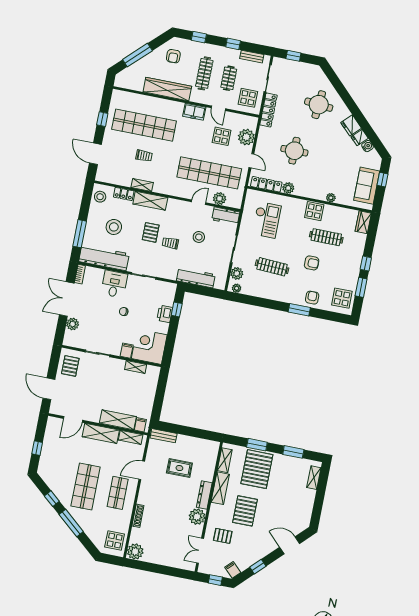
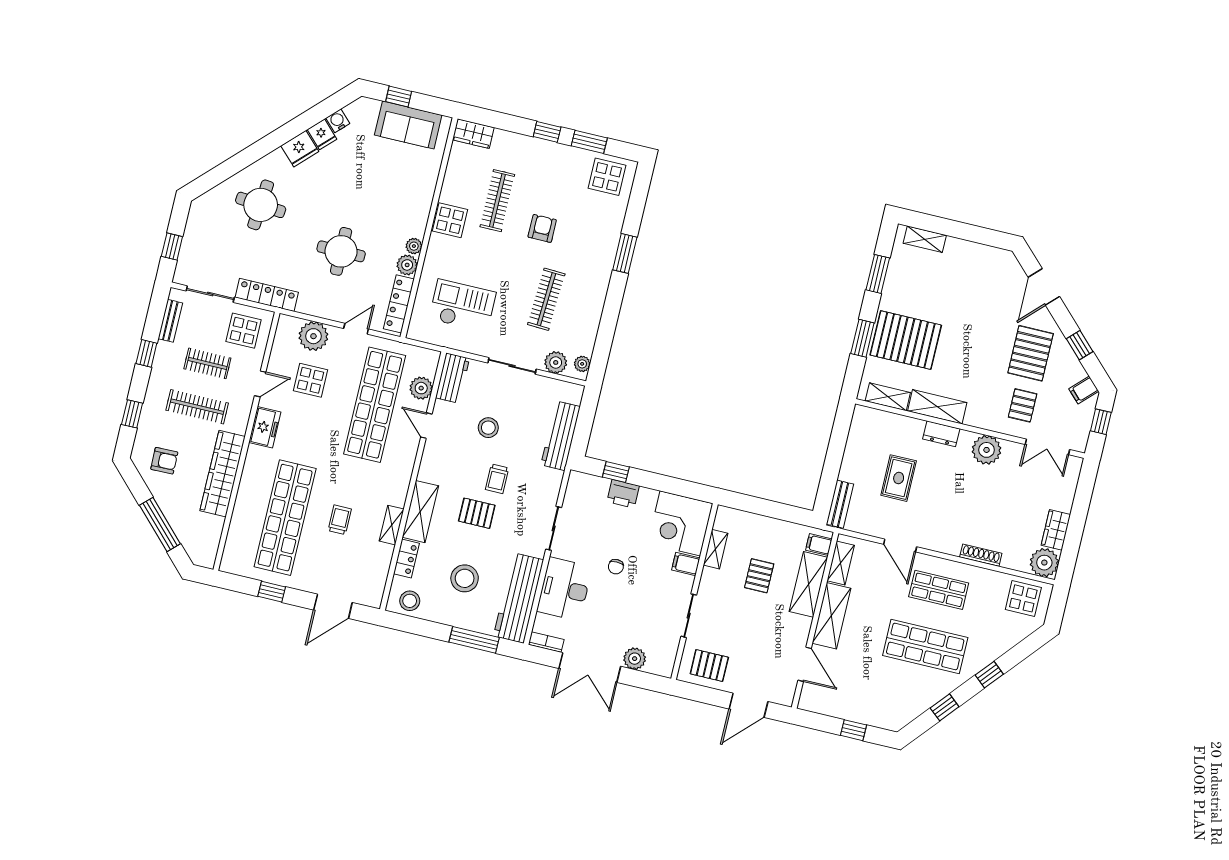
plant: (331, 198) -> (414, 246), moved
desk: (114, 284) -> (564, 589), width x1.37
armchair: (312, 298) -> (604, 230), removed
pallet: (122, 392) -> (759, 576), added
dresser: (204, 495) -> (941, 434), width x0.70
pallet: (245, 511) -> (1031, 353), moved, turned 90
window: (71, 523) -> (989, 675), width x0.46
wardrobe: (154, 557) -> (1056, 530), added

